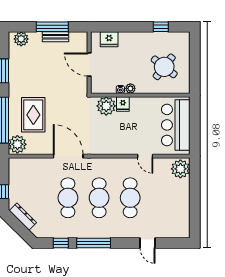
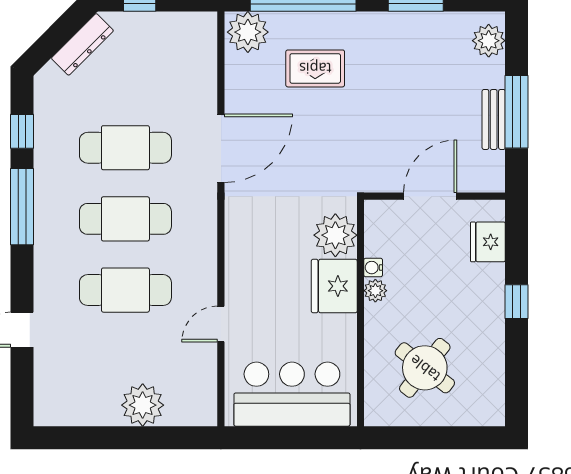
window: (161, 27) -> (517, 302), moved
fridge: (123, 104) -> (334, 286), width x1.88, depth x1.34
rug: (33, 115) -> (315, 68), width x0.73, depth x0.70
plant: (180, 169) -> (143, 405), moved

